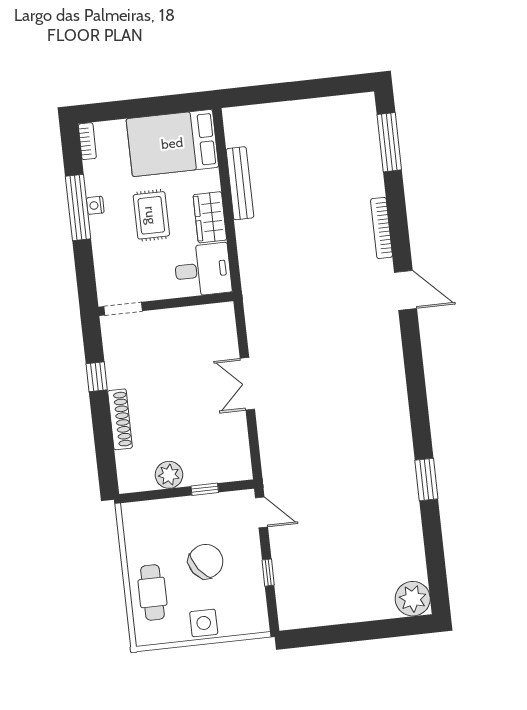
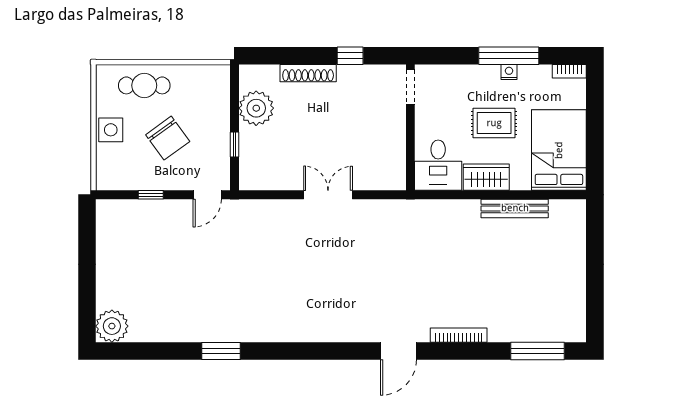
plant: (169, 475) -> (256, 108), width x1.36, depth x1.36

